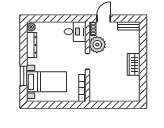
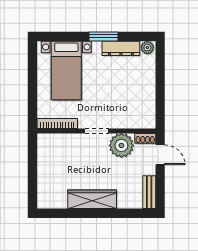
desk: (75, 32) -> (141, 113), removed
wardrobe: (134, 64) -> (92, 199), width x1.50
window: (24, 76) -> (104, 36), moved

